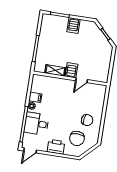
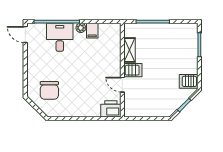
server rack: (73, 26) -> (189, 81), moved
chair: (87, 120) -> (74, 99), removed
chair: (77, 138) -> (49, 90), turned -90
printer: (56, 147) -> (111, 109), moved, turned -90

